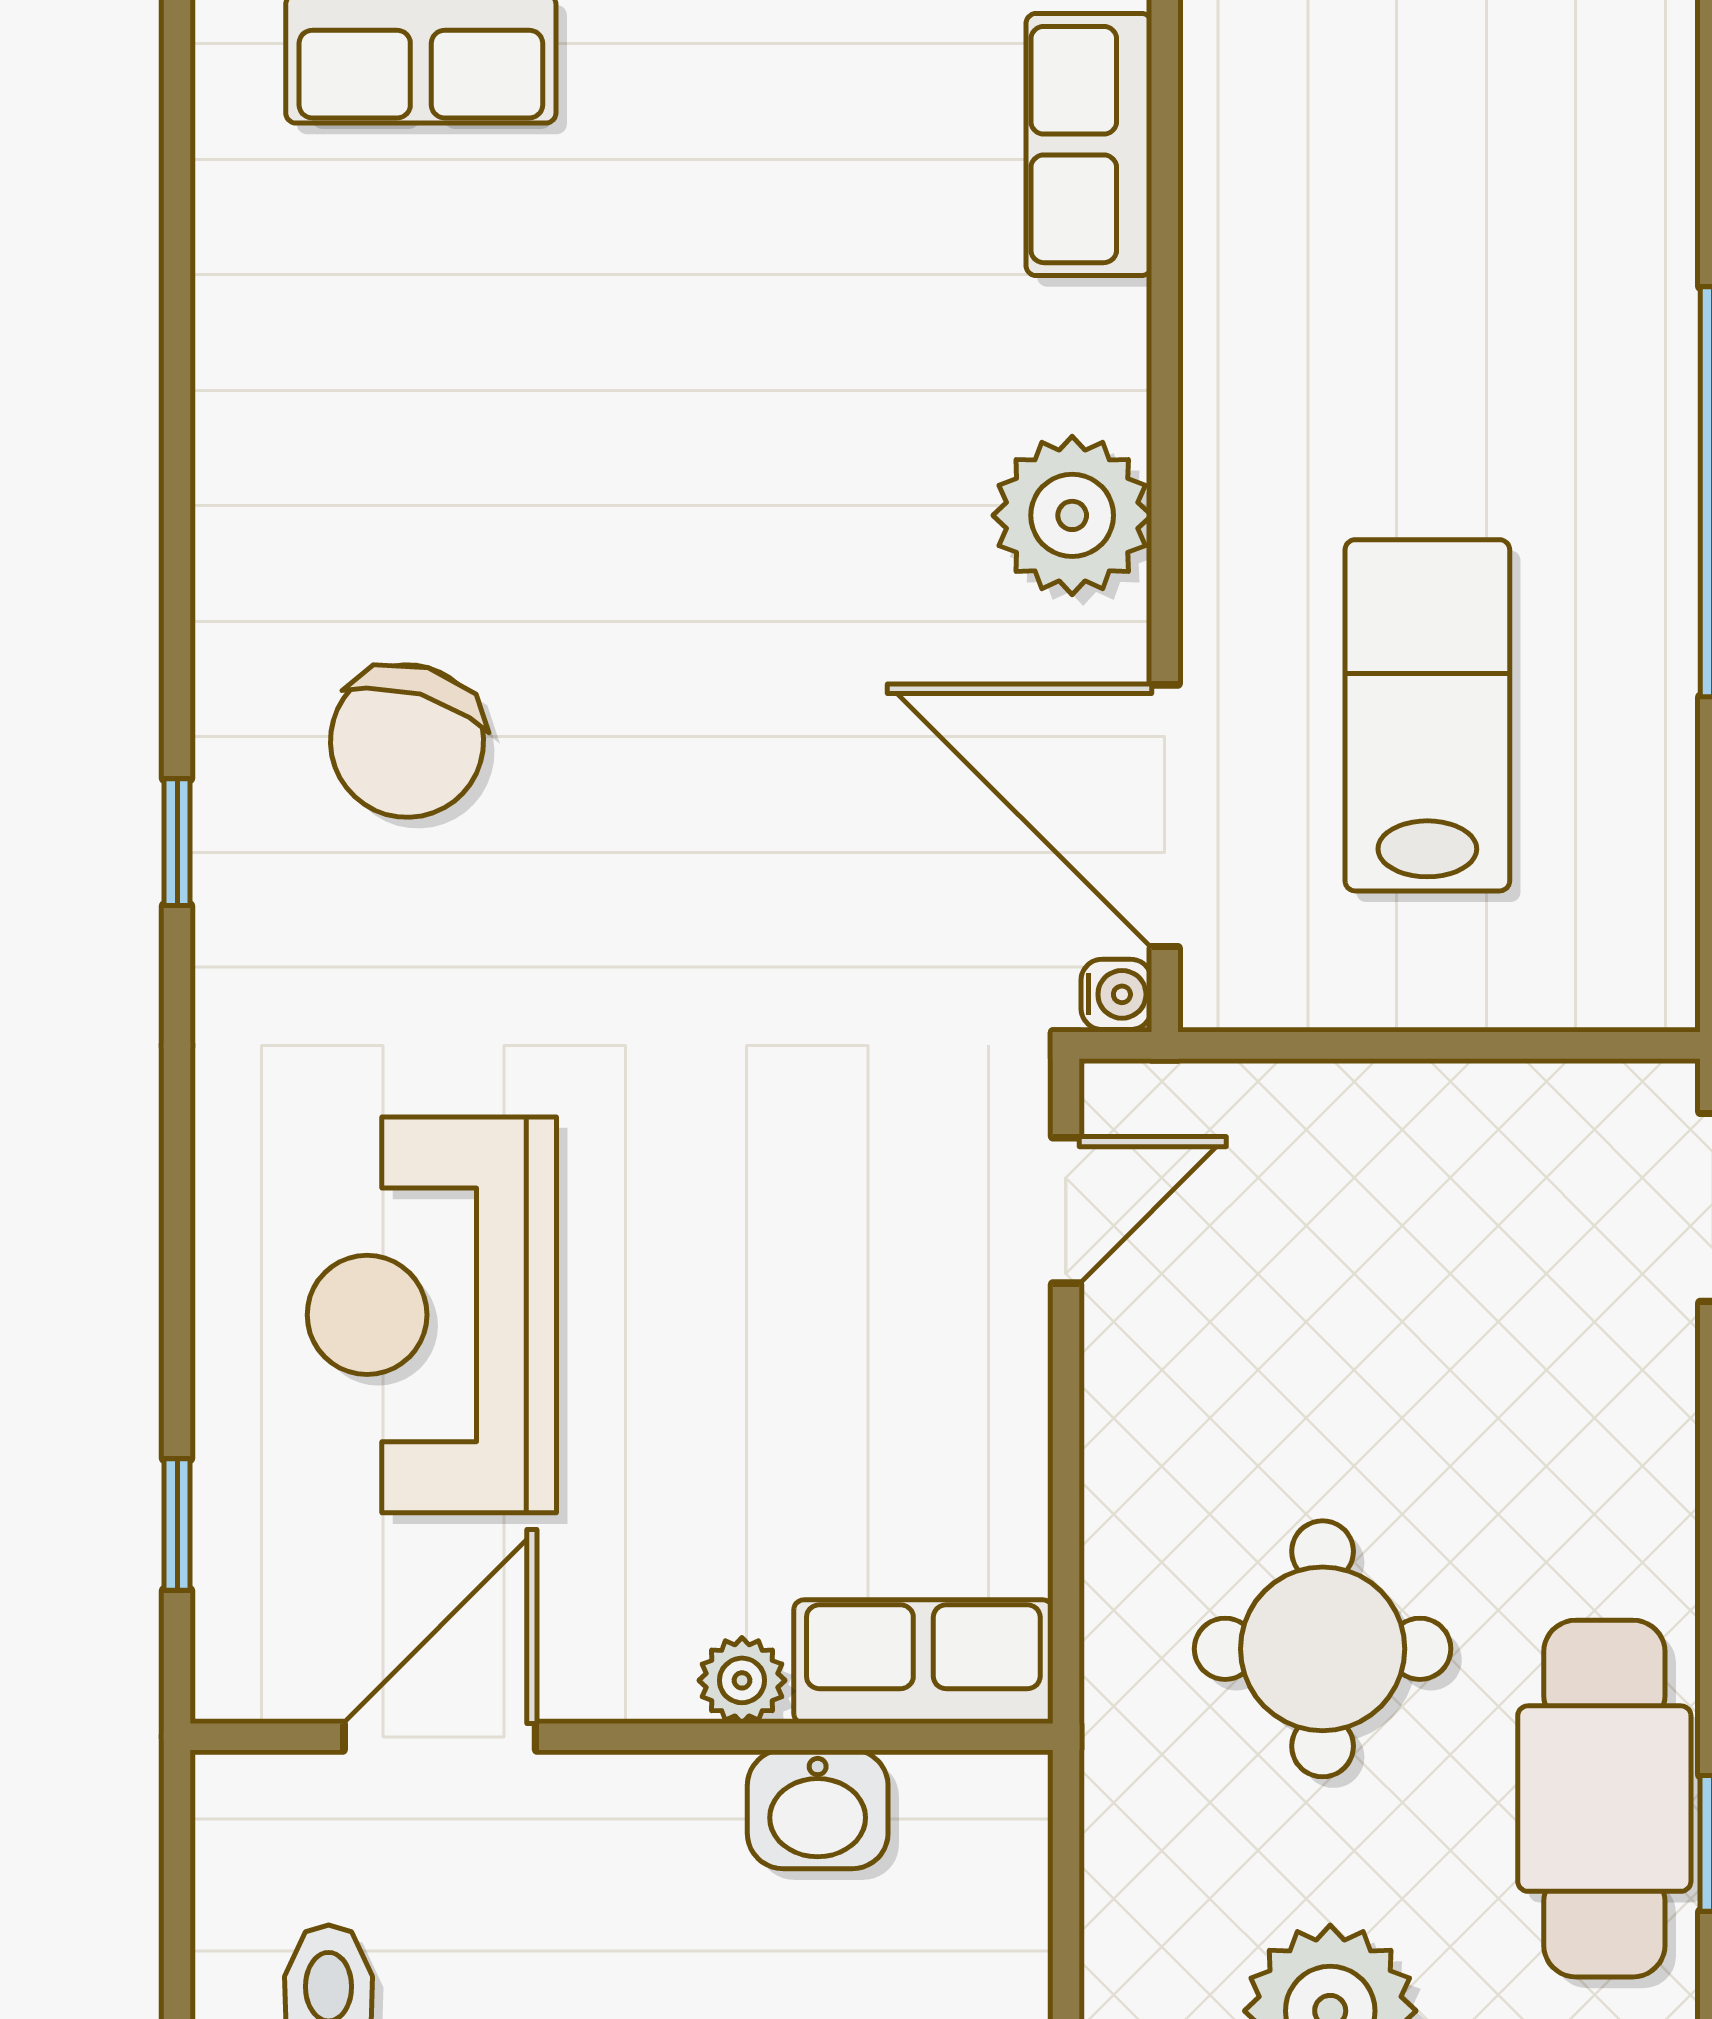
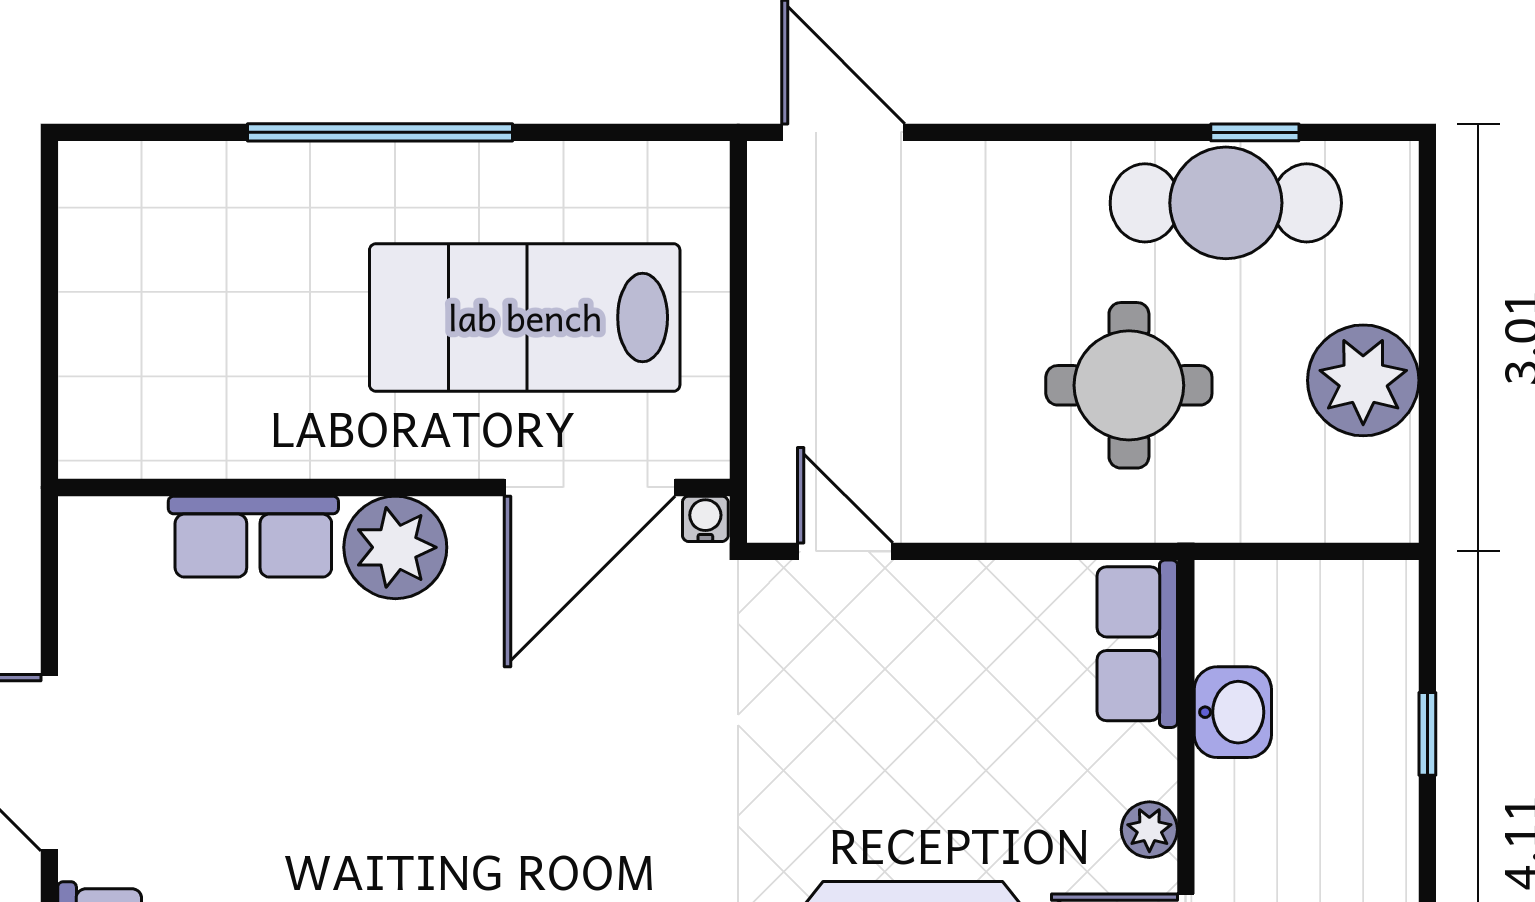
row of seats: (1089, 145) -> (253, 537), moved
lab bench: (1427, 715) -> (525, 317), width x1.36, depth x1.39
plant: (742, 1680) -> (1149, 830), moved

